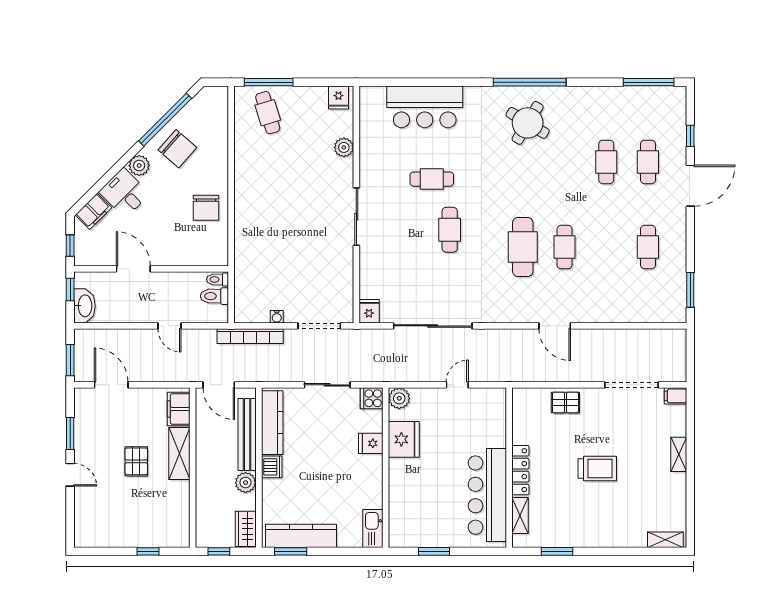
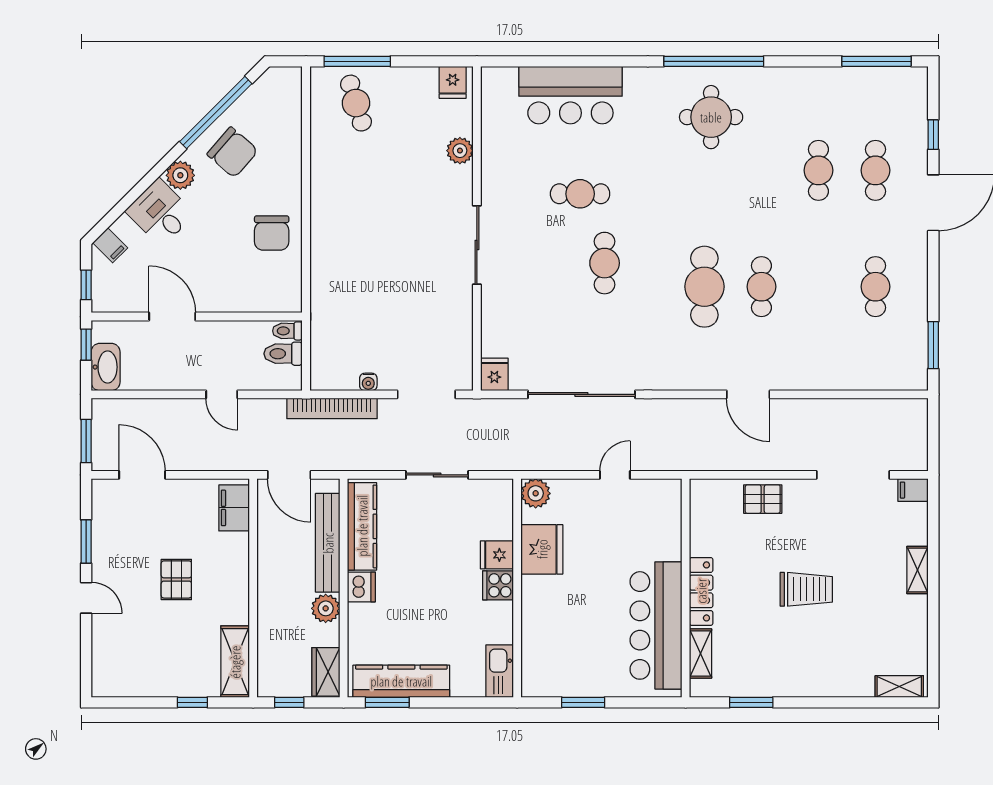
round table: (528, 123) -> (711, 117), turned -31
filing cabinet: (93, 211) -> (110, 245), width x0.50
cooker: (372, 398) -> (498, 585), moved
shelving: (179, 453) -> (235, 662), moved

